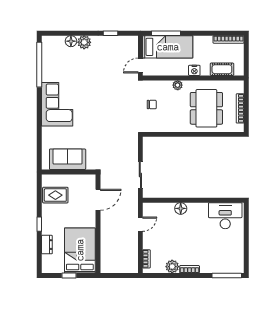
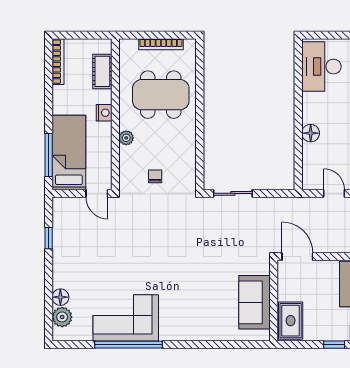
plant: (84, 42) -> (62, 317), moved
window: (39, 65) -> (128, 345), moved
corner sofa: (57, 104) -> (126, 318), moved
sofa: (68, 159) -> (255, 302), moved
wall: (69, 172) -> (274, 301), moved
sliding door: (140, 175) -> (233, 193), moved

